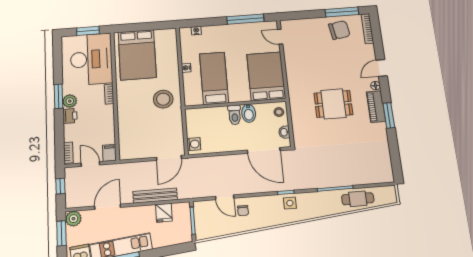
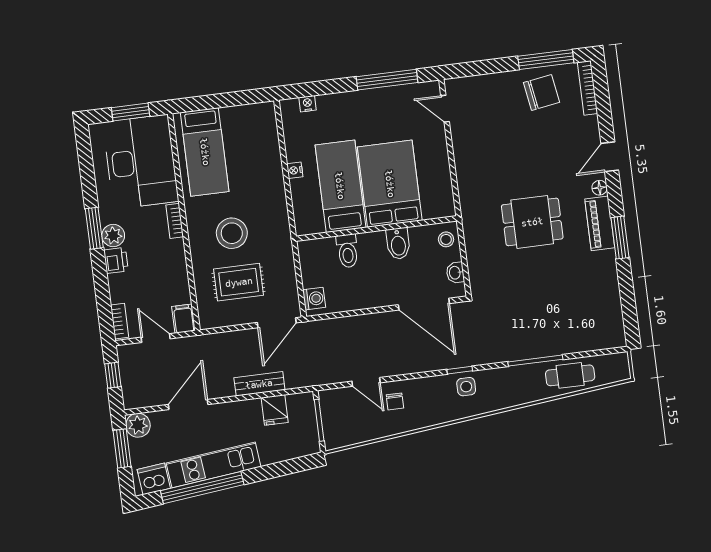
bed: (137, 55) -> (205, 152), width x0.67
bed: (266, 76) -> (390, 184), moved
stool: (163, 99) -> (232, 233), moved
toilet: (235, 115) -> (347, 251), moved
rug: (146, 132) -> (239, 282), added
bench: (155, 196) -> (259, 384), width x0.73

